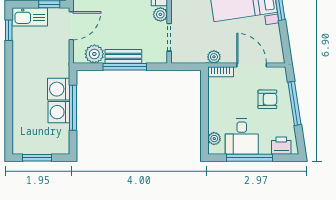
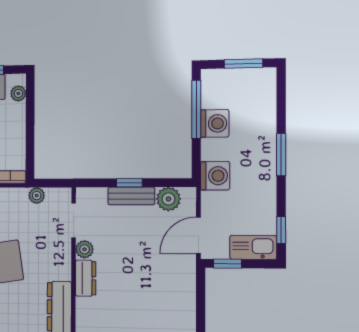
plant: (214, 57) -> (37, 196), moved
window: (125, 67) -> (129, 183), width x0.46
window: (9, 88) -> (281, 155), added
washing machine: (59, 89) -> (215, 176), moved
window: (73, 108) -> (196, 109), moved

